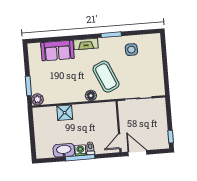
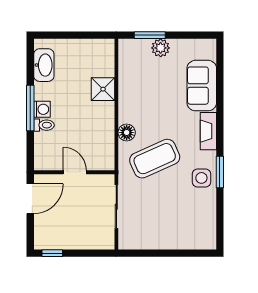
side table: (131, 50) -> (201, 178), moved
plant: (37, 99) -> (161, 48), moved
door: (120, 141) -> (75, 172), moved
washbasin: (64, 150) -> (44, 65), moved

